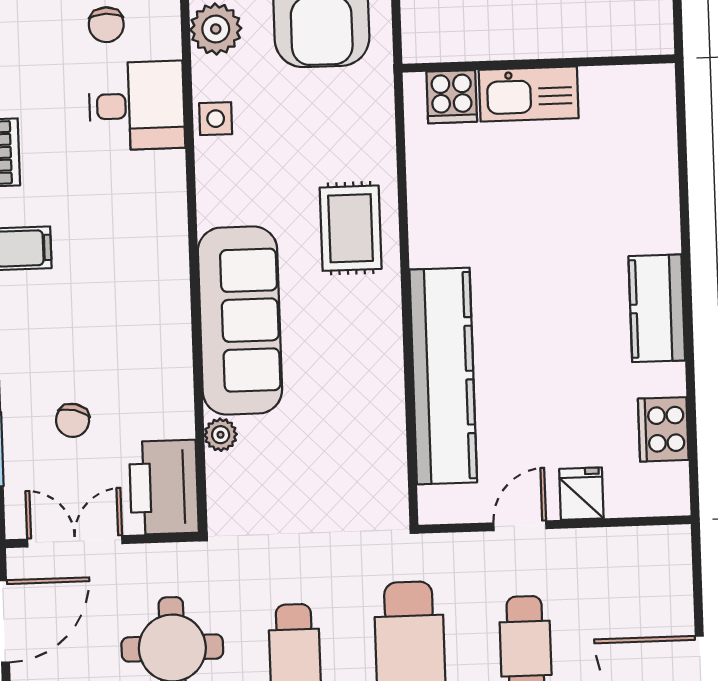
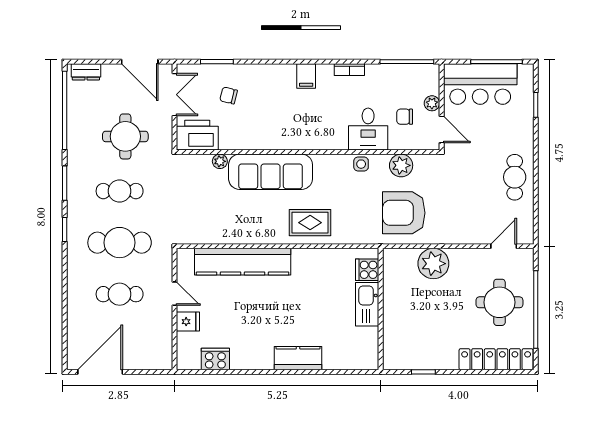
kitchen counter: (657, 308) -> (298, 358), moved

